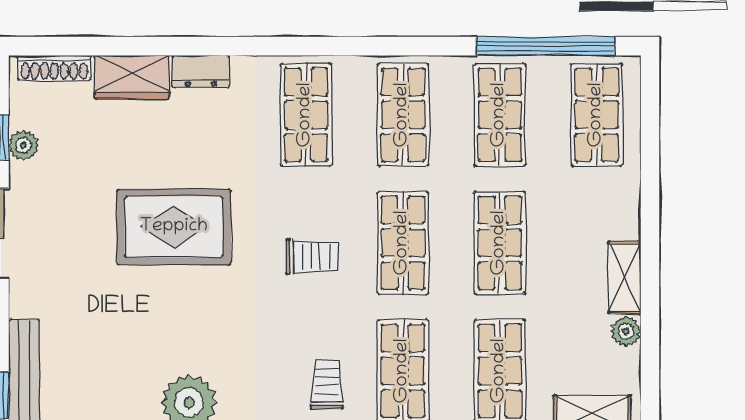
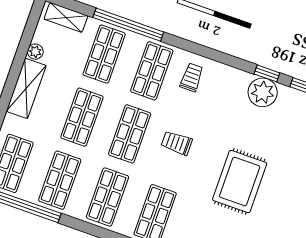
rug: (174, 227) -> (240, 182), turned 90
shelving: (624, 277) -> (26, 88), width x1.50, depth x1.33
trolley: (327, 385) -> (192, 77), turned 180

